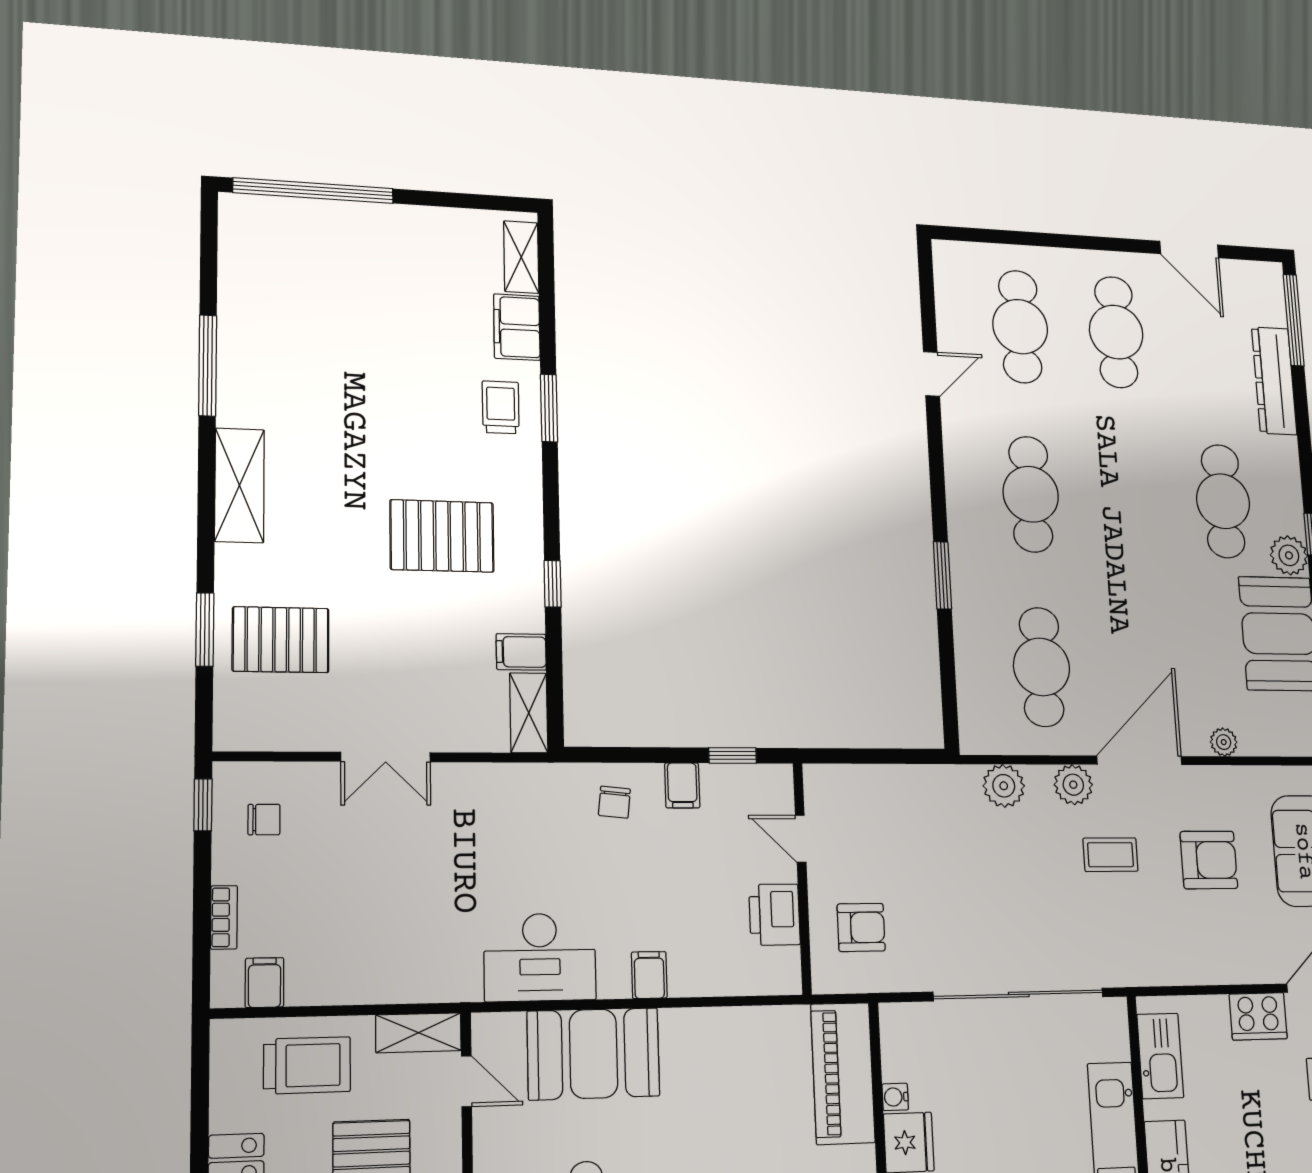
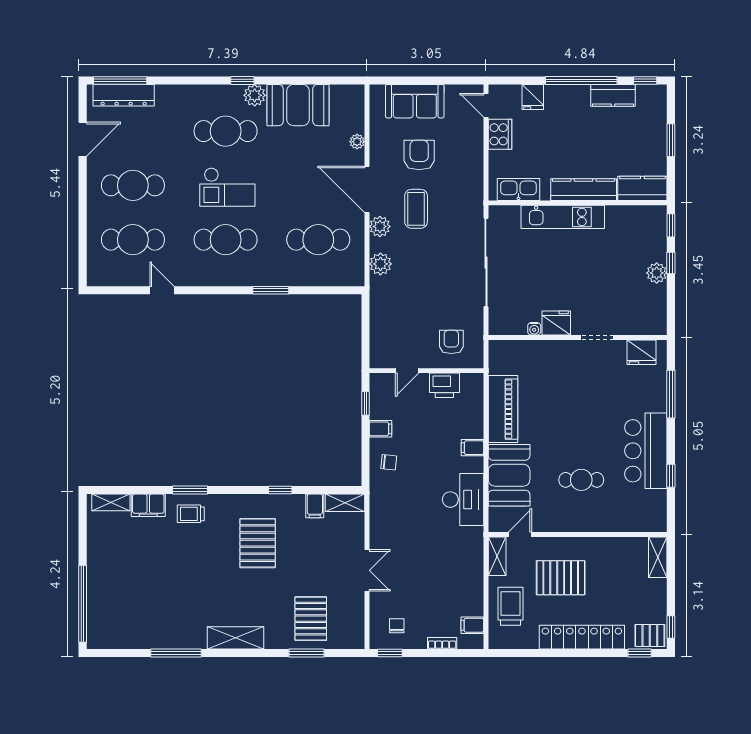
dresser: (1274, 381) -> (124, 95), moved
checkout: (1125, 501) -> (227, 187), added
coffee table: (1110, 855) -> (416, 209), width x1.36, depth x1.30
piano: (843, 1073) -> (503, 409), moved, turned -90

